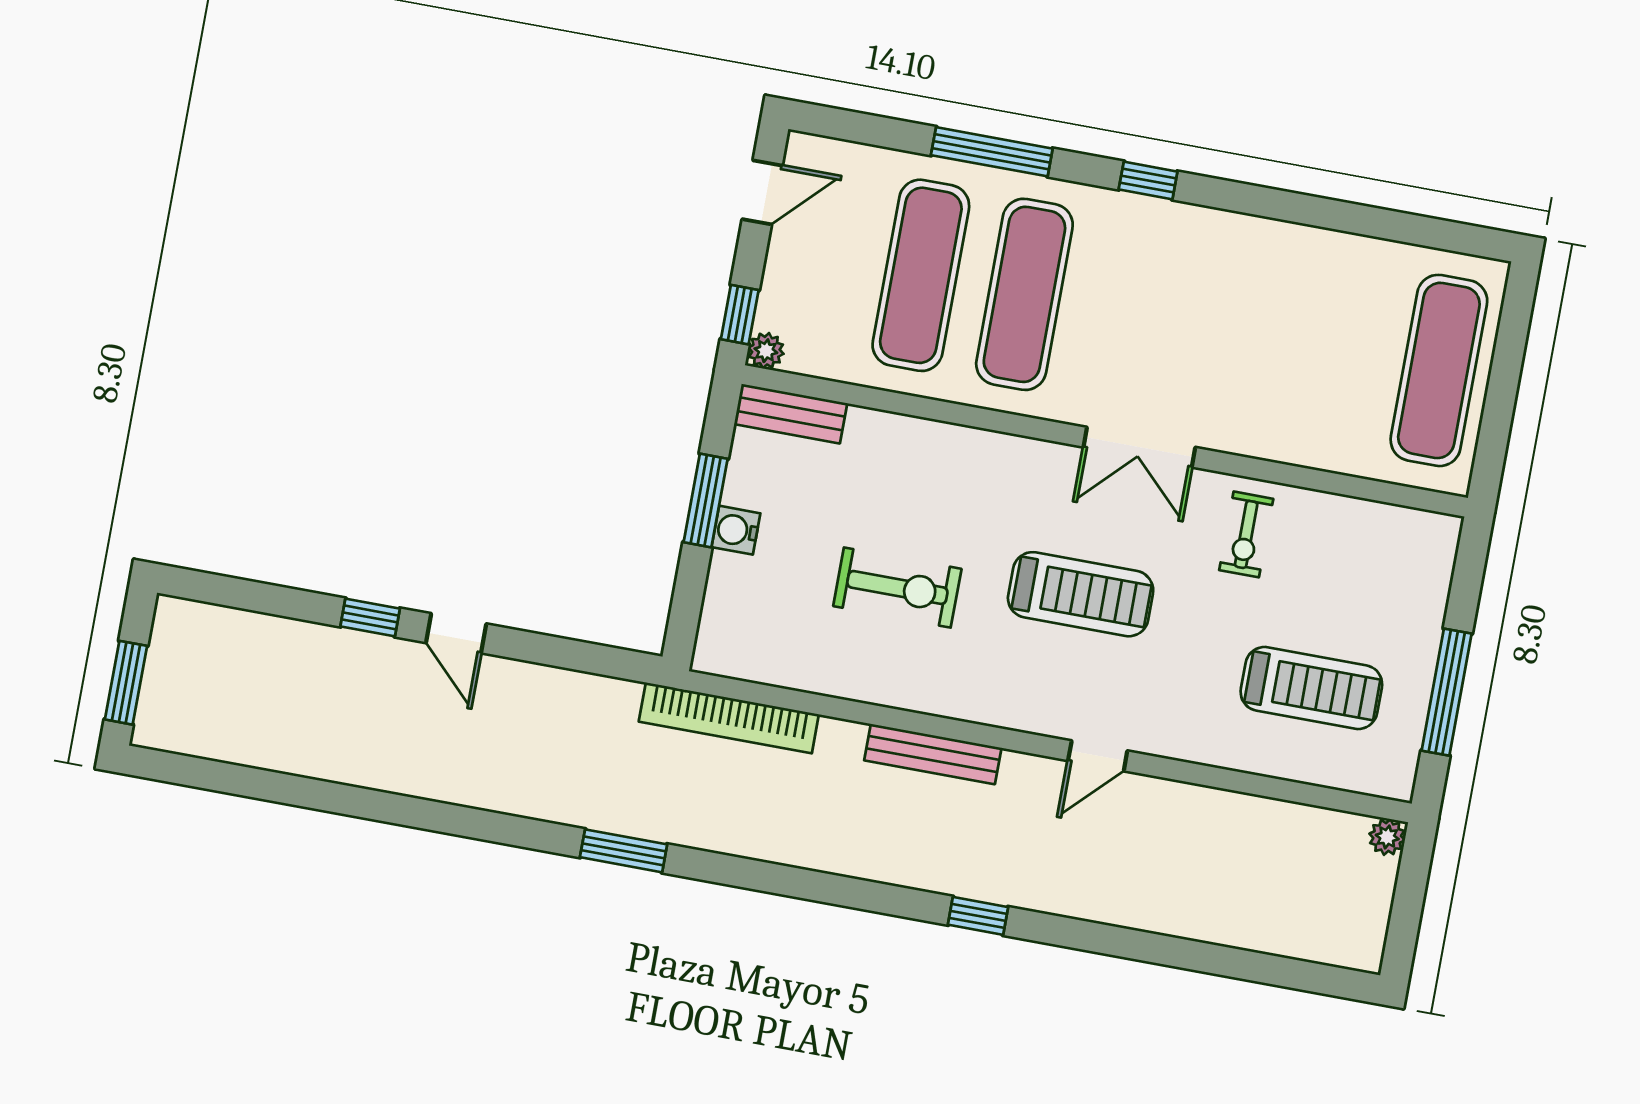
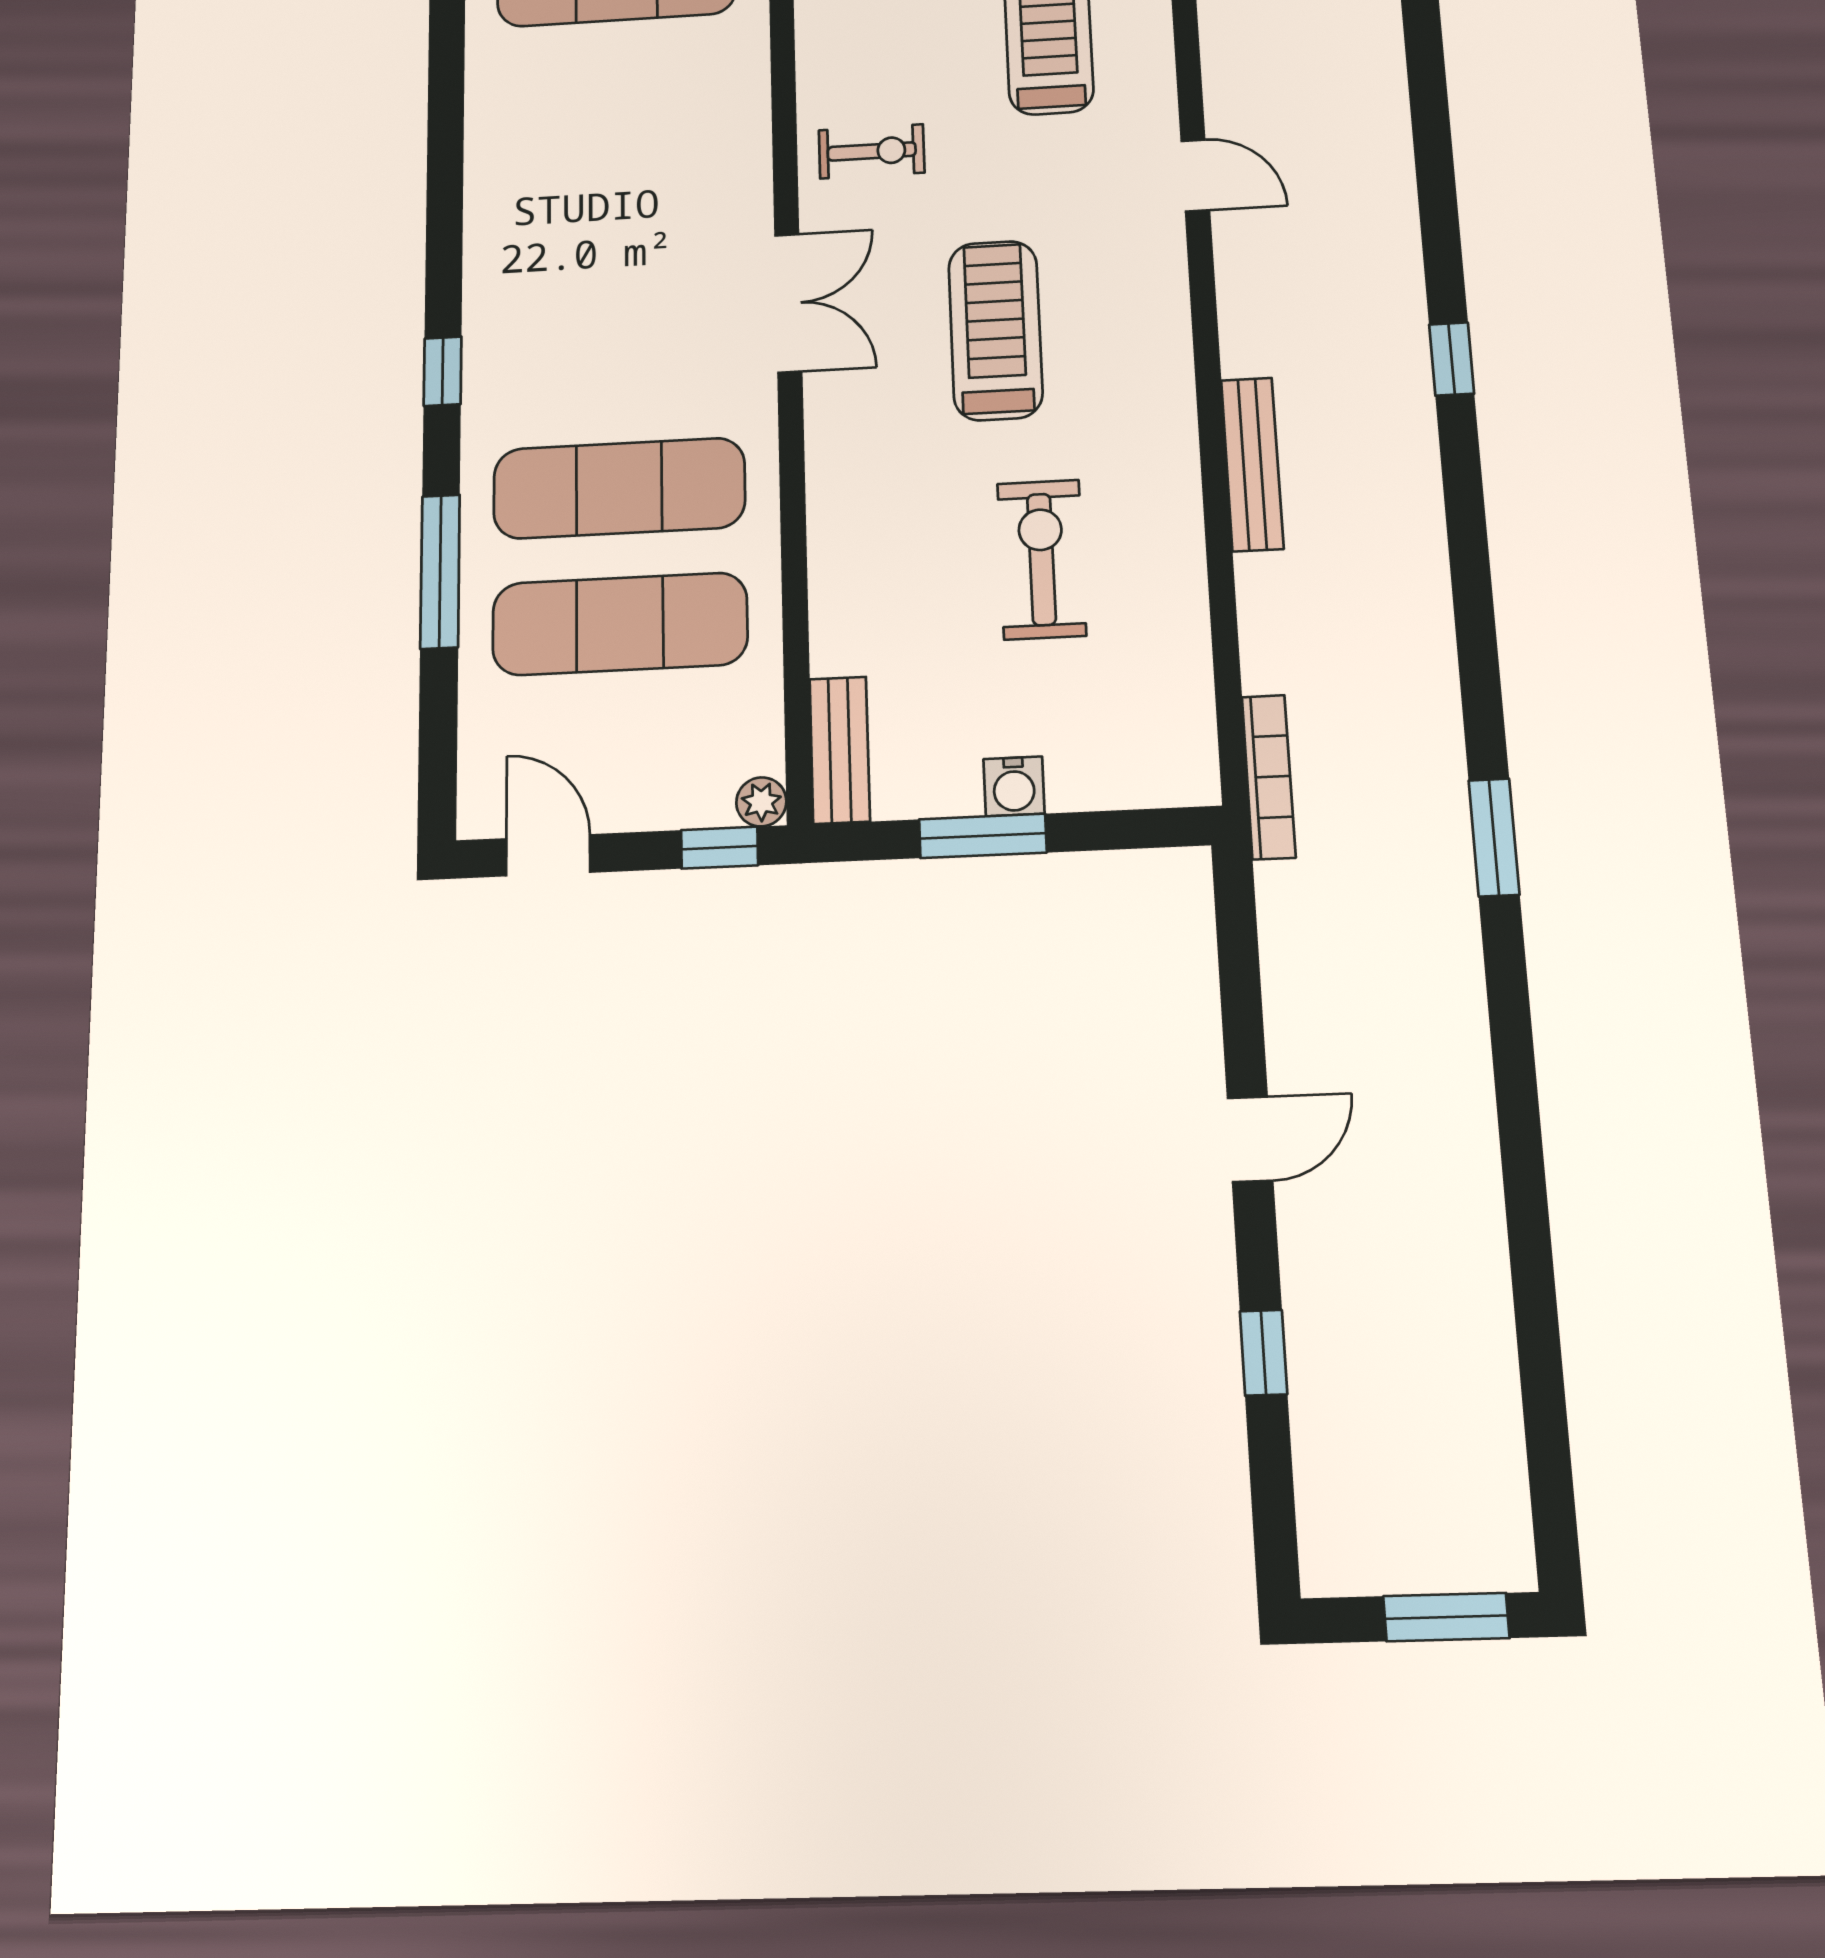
window: (370, 617) -> (1264, 1353), moved
bookcase: (729, 718) -> (1269, 777), width x0.68, depth x0.76
door: (1098, 756) -> (1195, 175), moved

